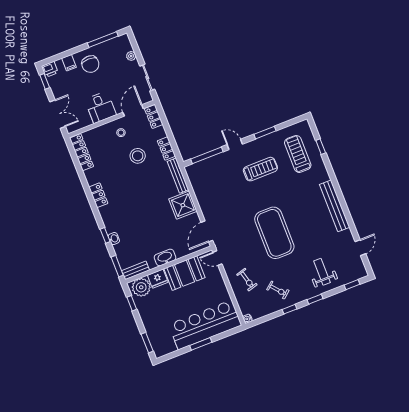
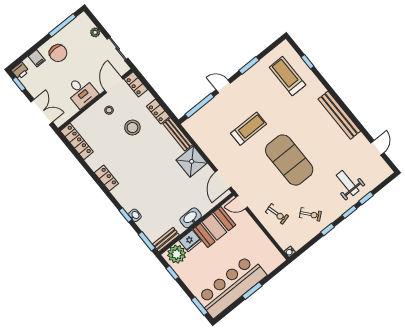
treadmill: (260, 169) -> (249, 129), moved
window: (352, 285) -> (366, 198), moved
bar counter: (205, 325) -> (231, 286), moved

